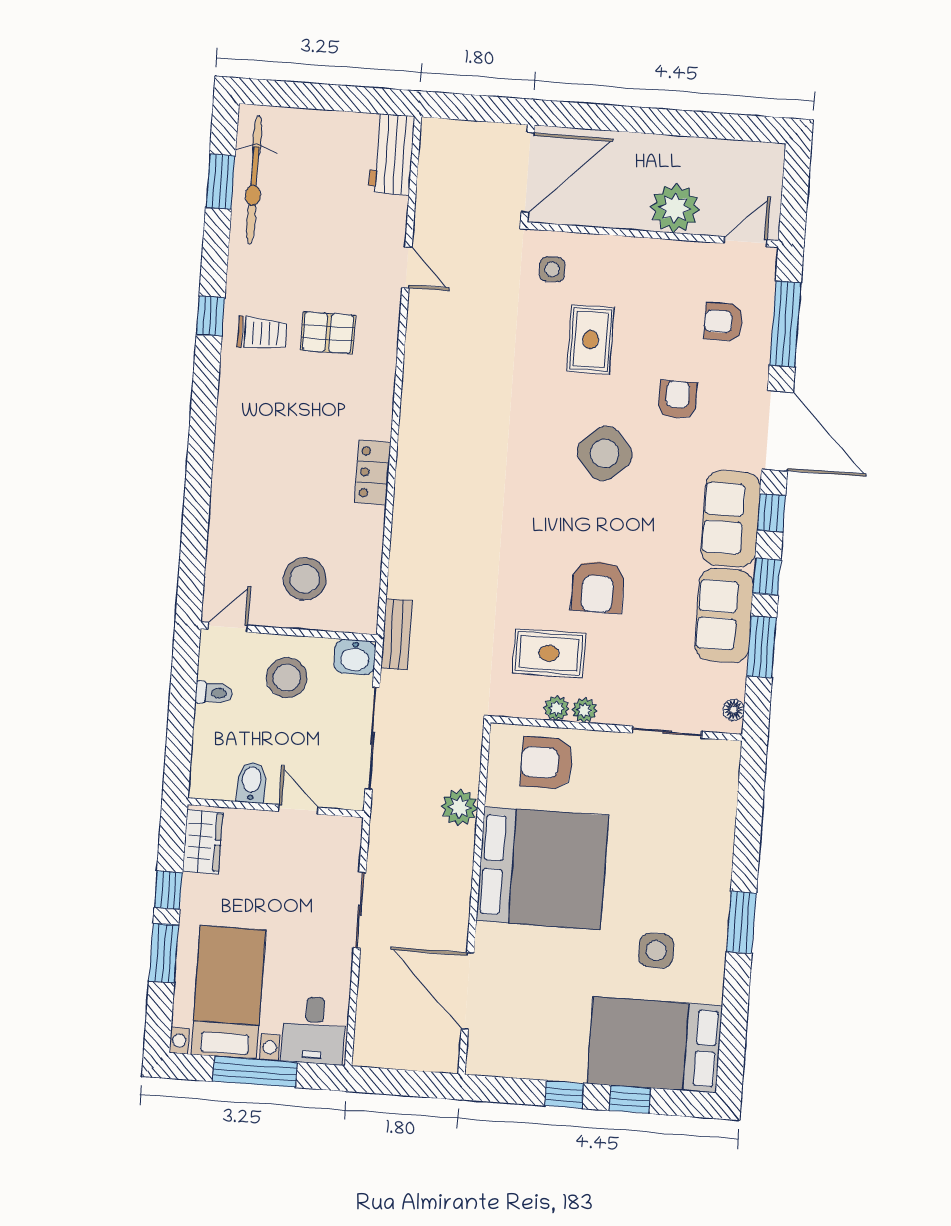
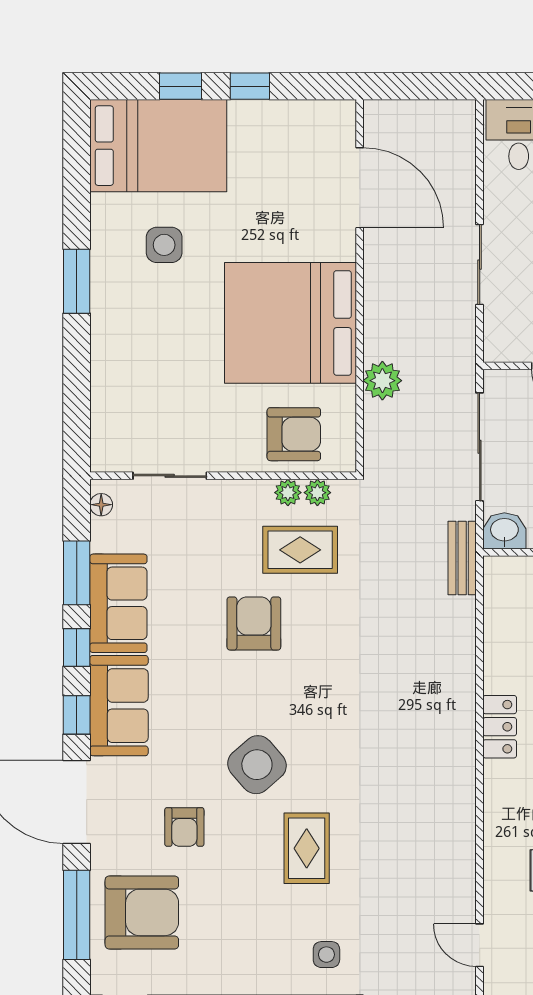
armchair: (724, 322) -> (142, 912), width x1.88, depth x1.88
rug: (591, 340) -> (307, 848), moved
plant: (584, 710) -> (317, 493), moved

